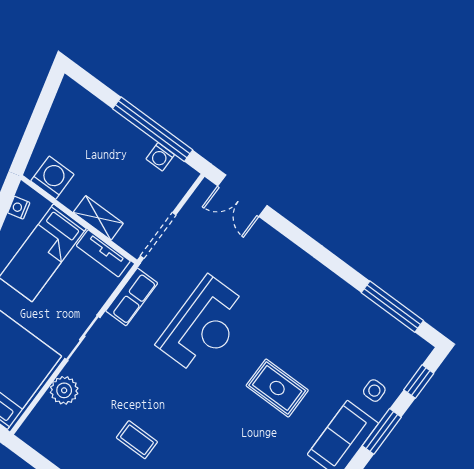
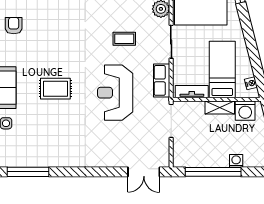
washing machine: (160, 157) -> (236, 161), moved
double door: (242, 196) -> (144, 172), swing flipped
shelving: (98, 218) -> (220, 108), moved
coffee table: (137, 440) -> (124, 39), moved

